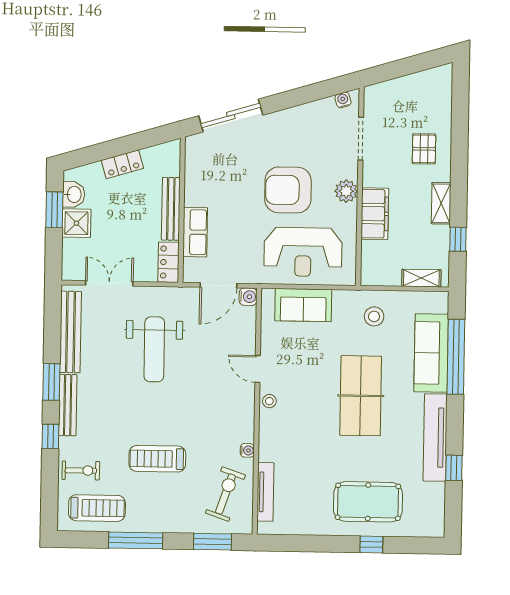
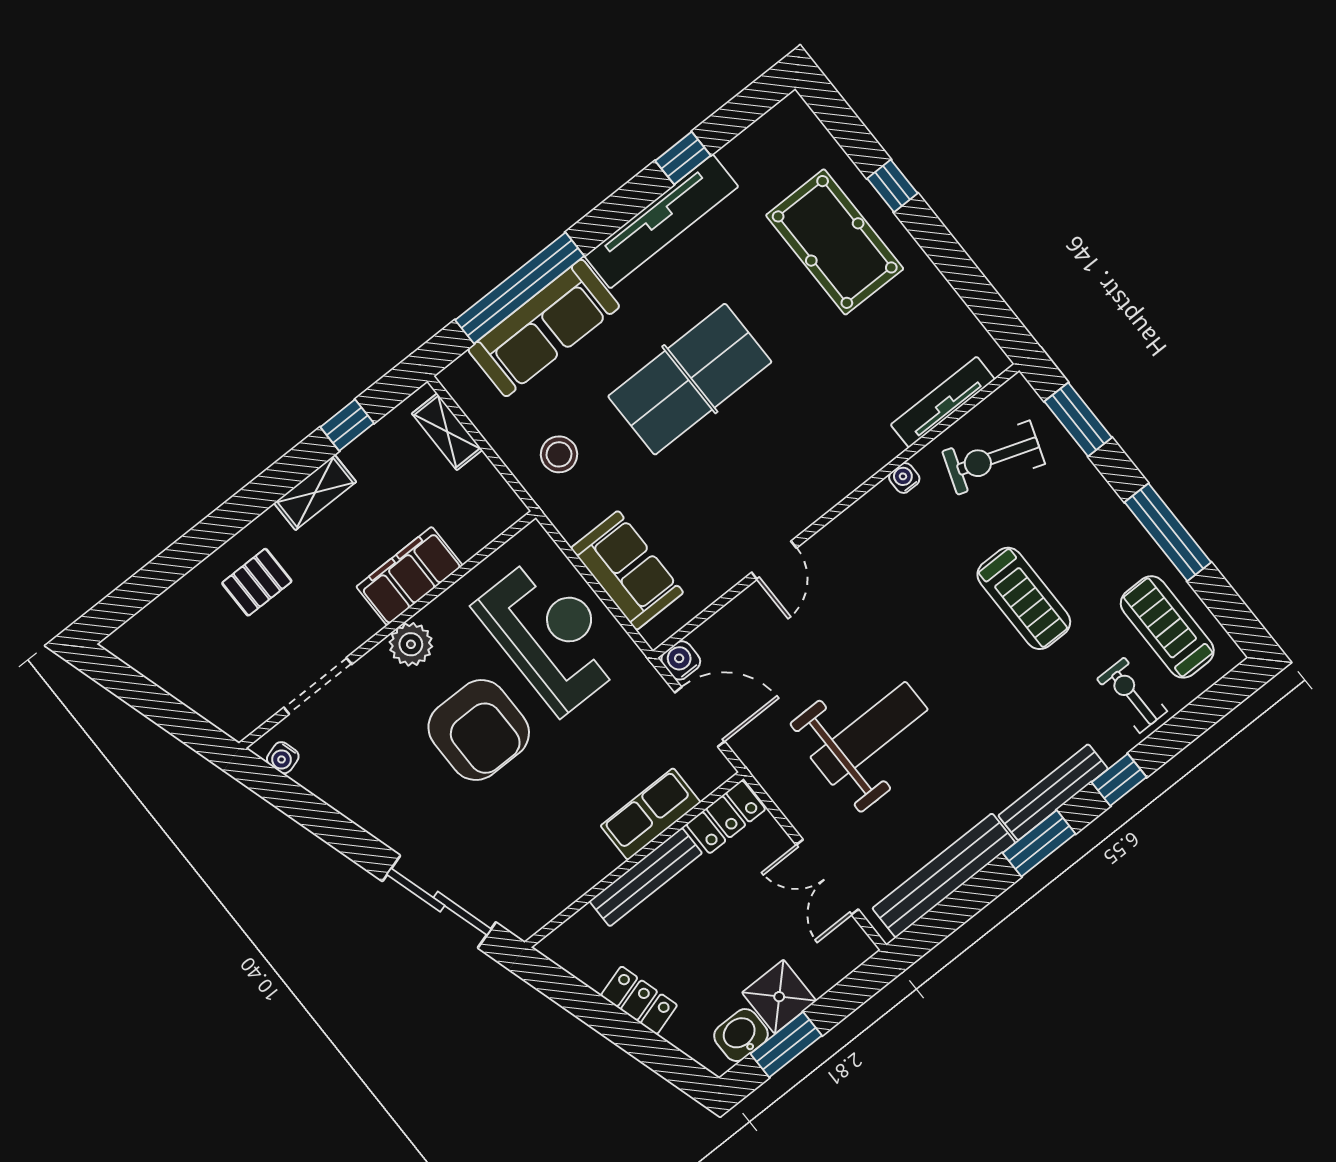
stool: (269, 401) -> (807, 505), removed

